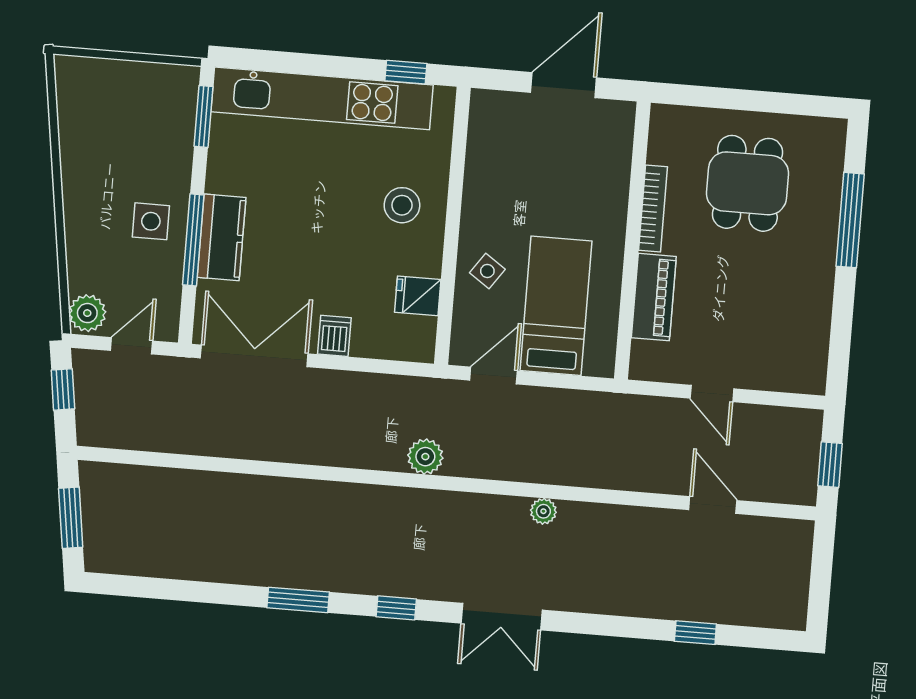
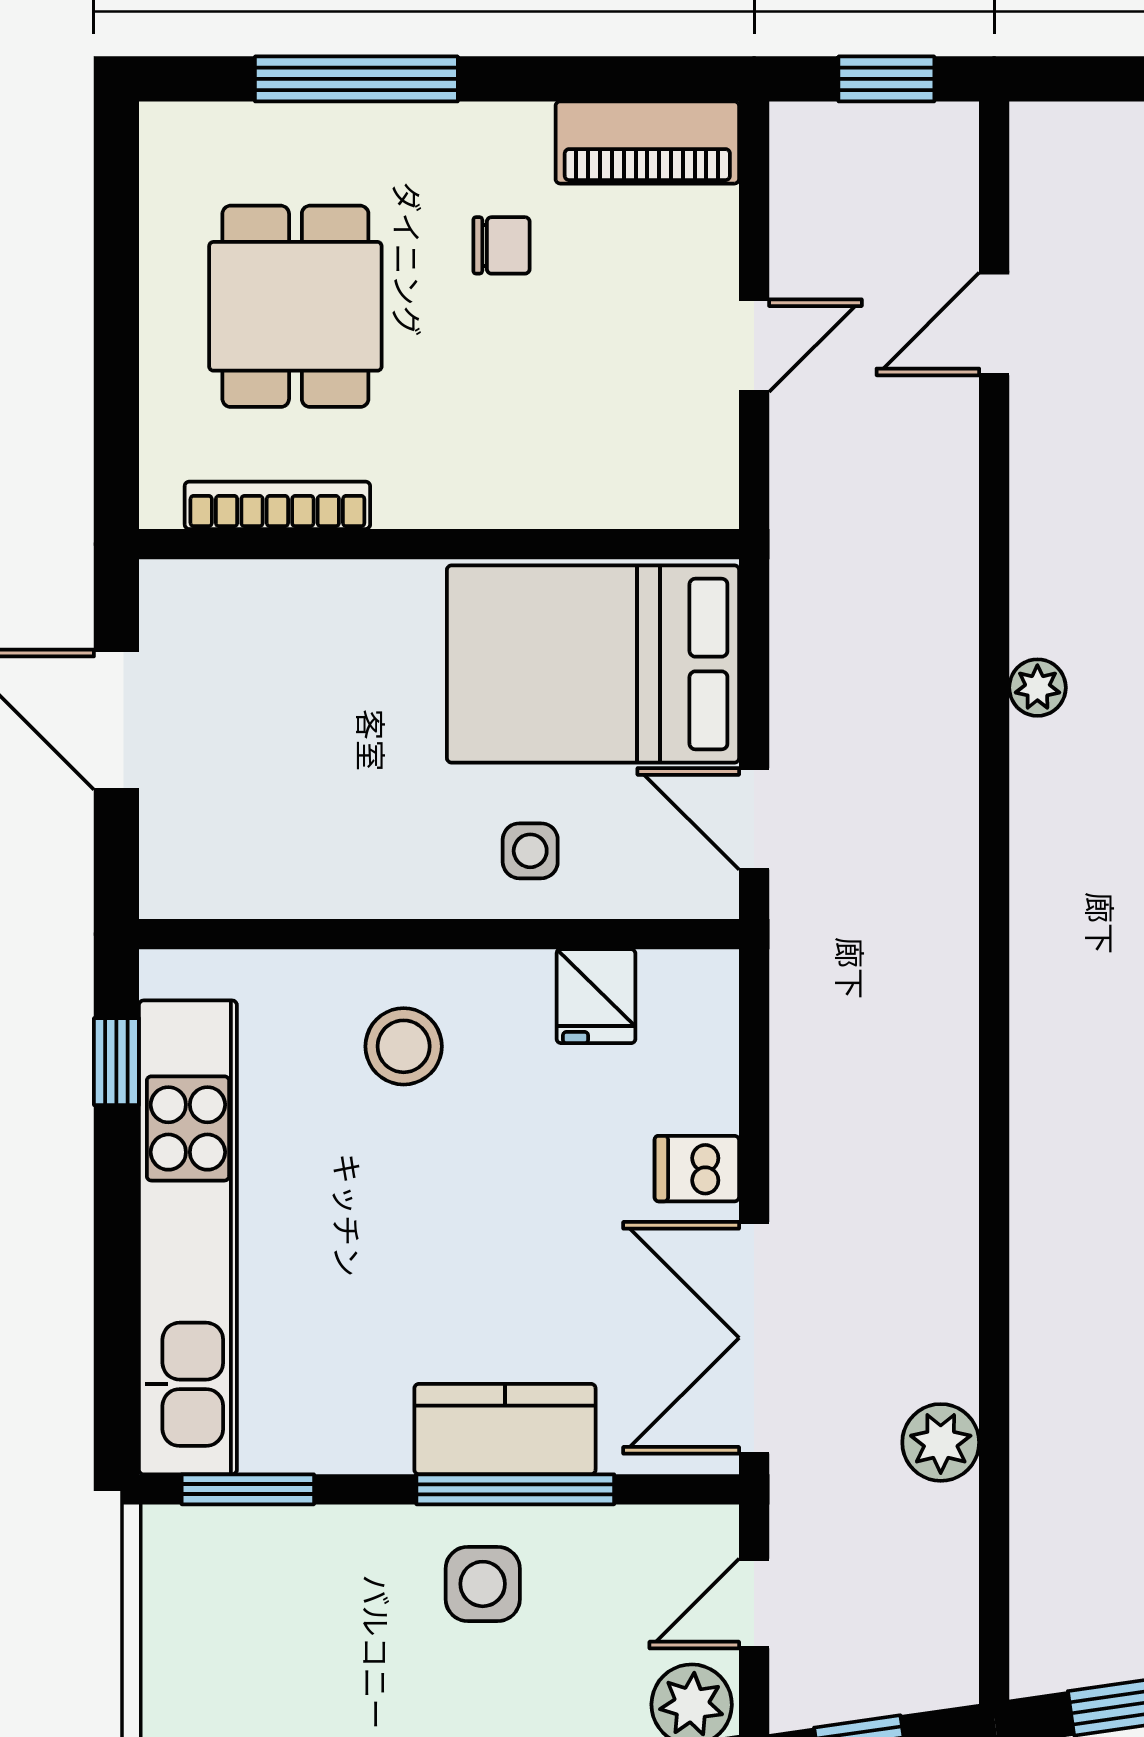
dining table: (747, 183) -> (295, 306), turned 90
bookcase: (653, 209) -> (277, 505), moved
side table: (487, 271) -> (530, 851), turned -35
chair: (768, 281) -> (501, 245), added
piano: (654, 297) -> (647, 142), moved, turned 180
bed: (556, 306) -> (593, 664), width x1.50
door: (132, 346) -> (754, 1604), hinge flipped
plant: (425, 457) -> (941, 1442), moved

